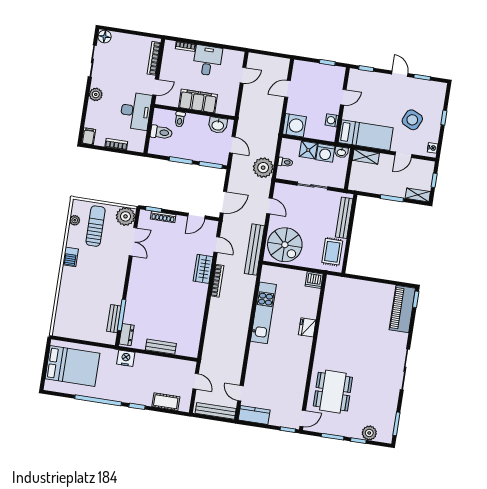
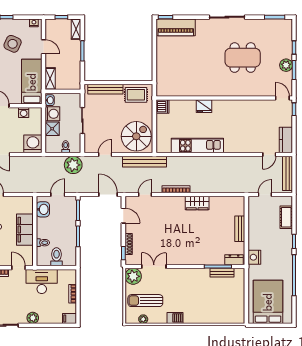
wardrobe: (203, 269) -> (197, 203), moved
dining table: (333, 392) -> (243, 58), moved
plant: (369, 433) -> (286, 65), moved

